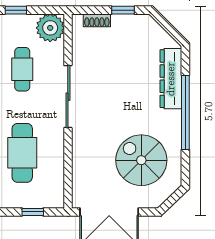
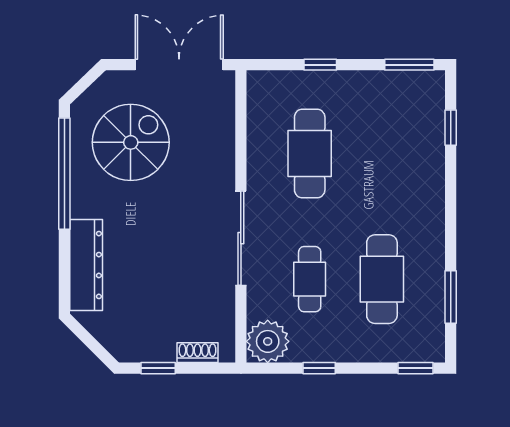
window: (185, 112) -> (64, 174), moved
spiral stairs: (141, 160) -> (131, 142), turned -90
window: (33, 212) -> (320, 65), moved

